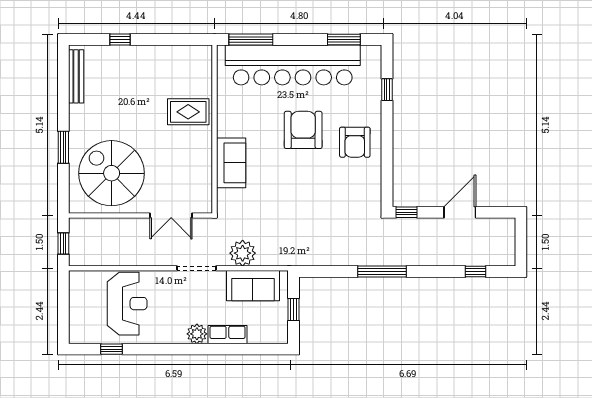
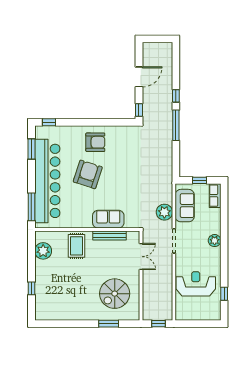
plant: (180, 58) -> (43, 251), added
bench: (76, 76) -> (110, 235), moved
window: (387, 90) -> (49, 122), moved
armchair: (303, 130) -> (88, 174), turned 108
window: (63, 147) -> (109, 324), moved
spiral stairs: (112, 173) -> (115, 294), width x0.73, depth x0.73
door: (460, 212) -> (139, 77), swing flipped
window: (476, 272) -> (176, 96), moved
row of seats: (227, 335) -> (215, 196), moved

